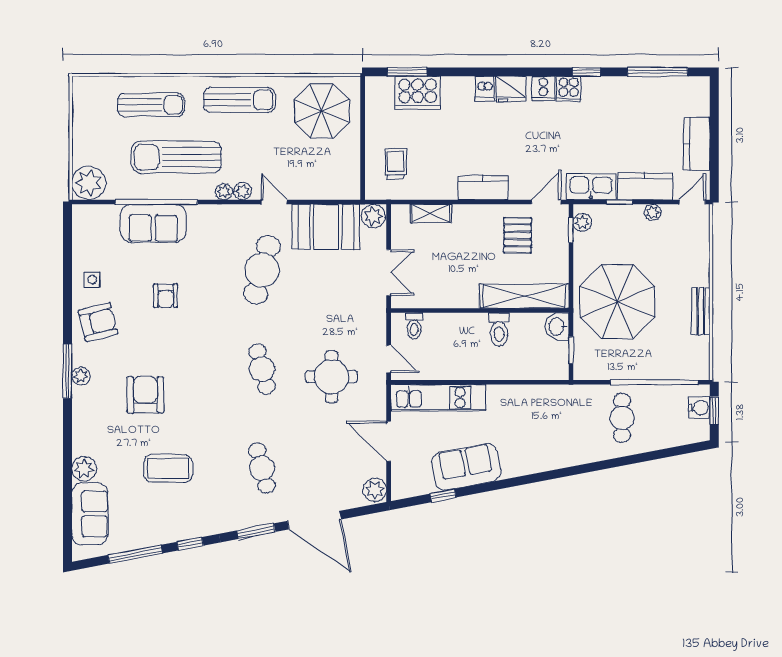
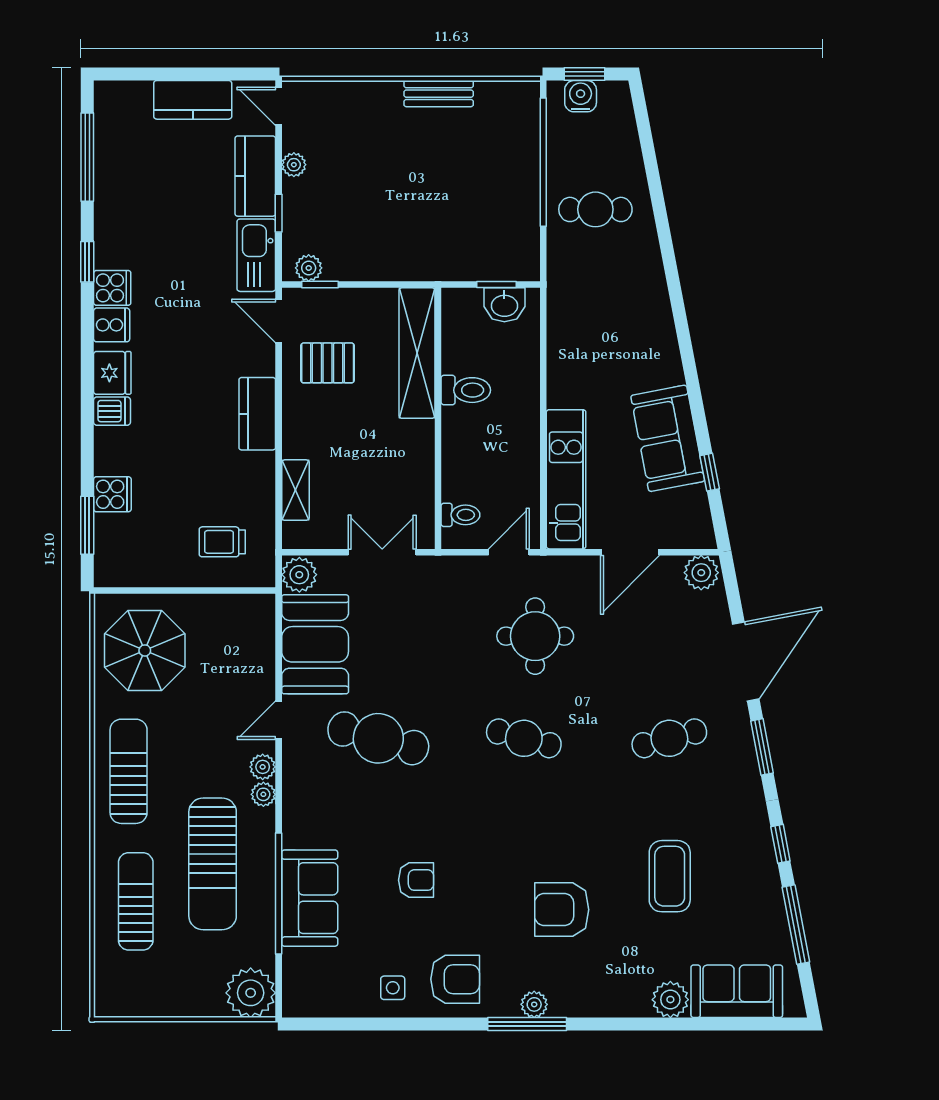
cooker: (418, 93) -> (112, 494), width x0.53, depth x0.76
parasol: (617, 302) -> (425, 216), removed
armchair: (98, 322) -> (455, 979), turned 104
washbasin: (557, 327) -> (504, 305), moved
cafe table: (262, 369) -> (524, 738), turned 30

